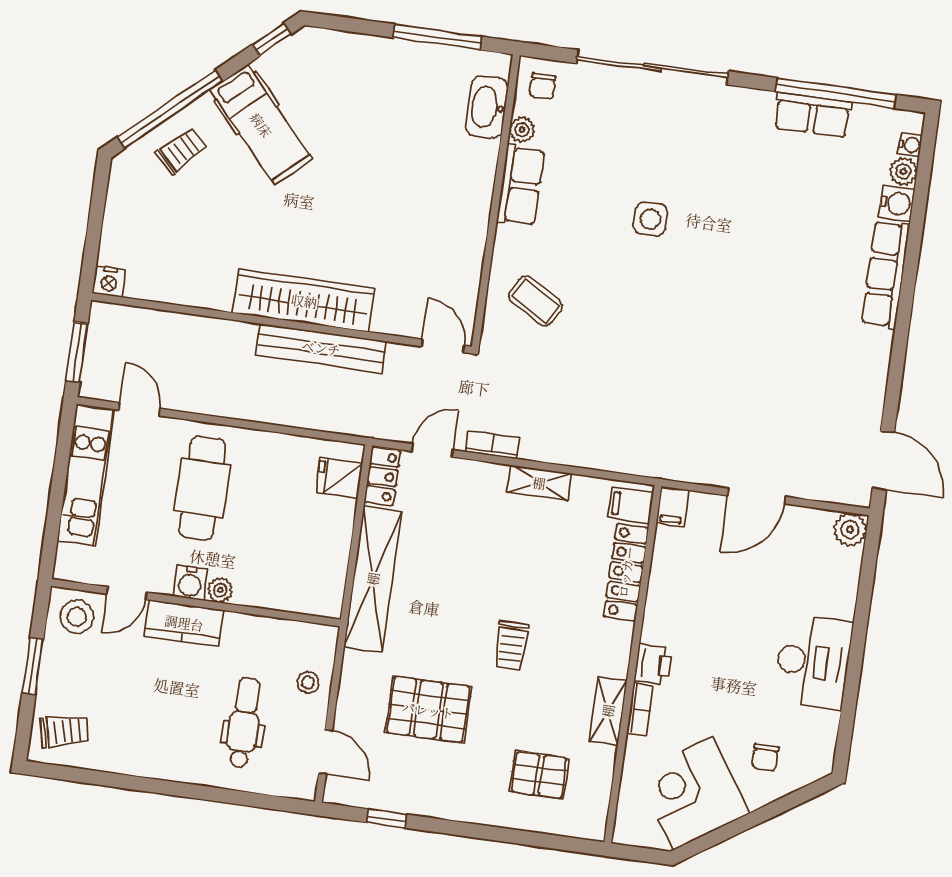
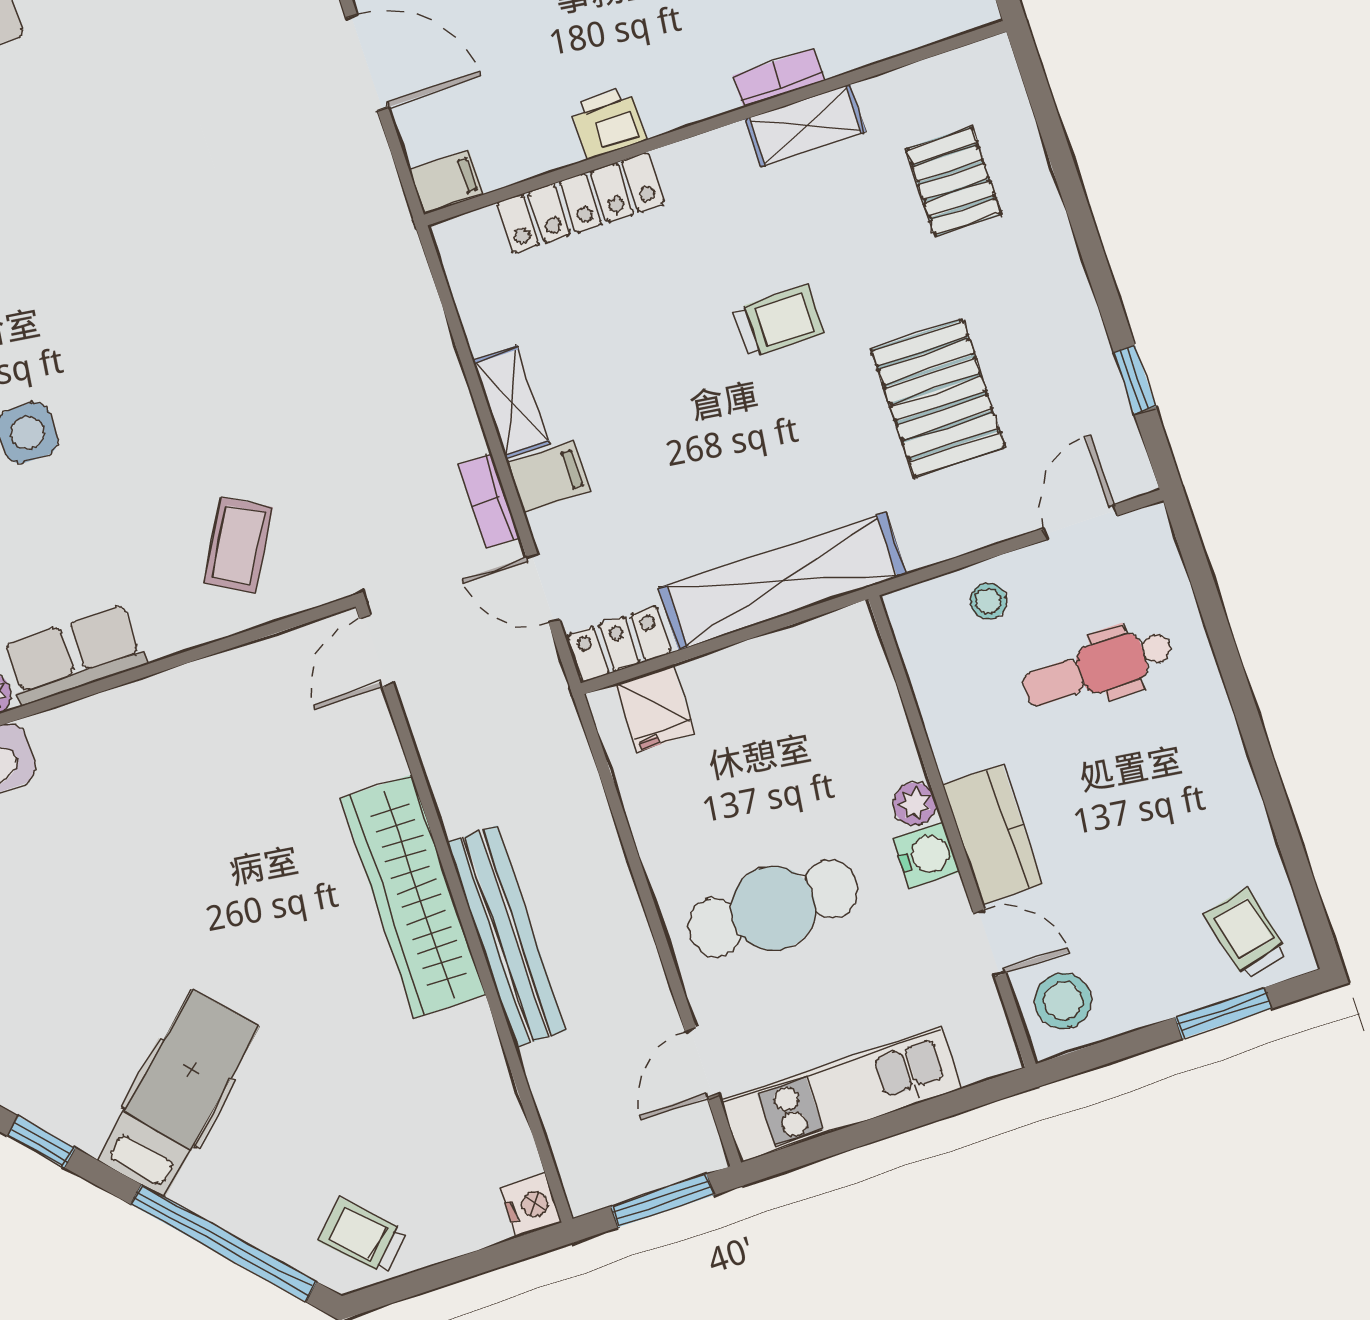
trolley: (181, 151) -> (362, 1236), moved
bench: (321, 348) -> (506, 936), moved
filing cabinet: (631, 505) -> (549, 477), moved, turned -90
printer: (653, 665) -> (608, 123), moved
window: (33, 666) -> (1223, 1013), moved

